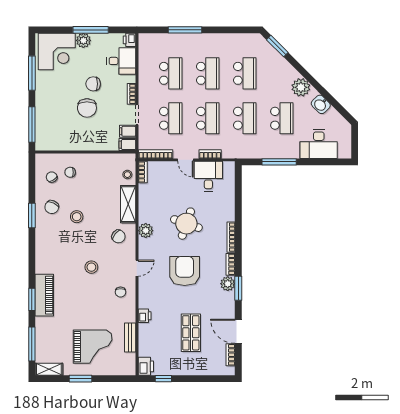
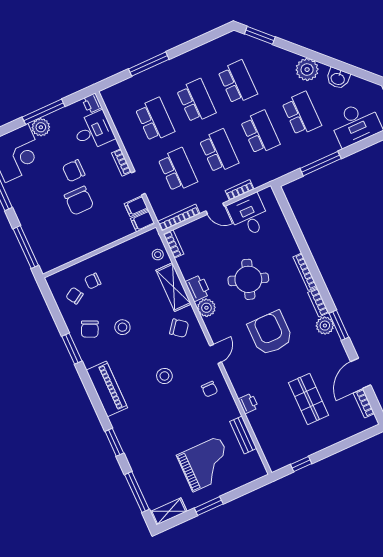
piano: (44, 295) -> (107, 389), moved
door: (238, 331) -> (361, 373), hinge flipped
printer: (146, 366) -> (198, 288), moved

